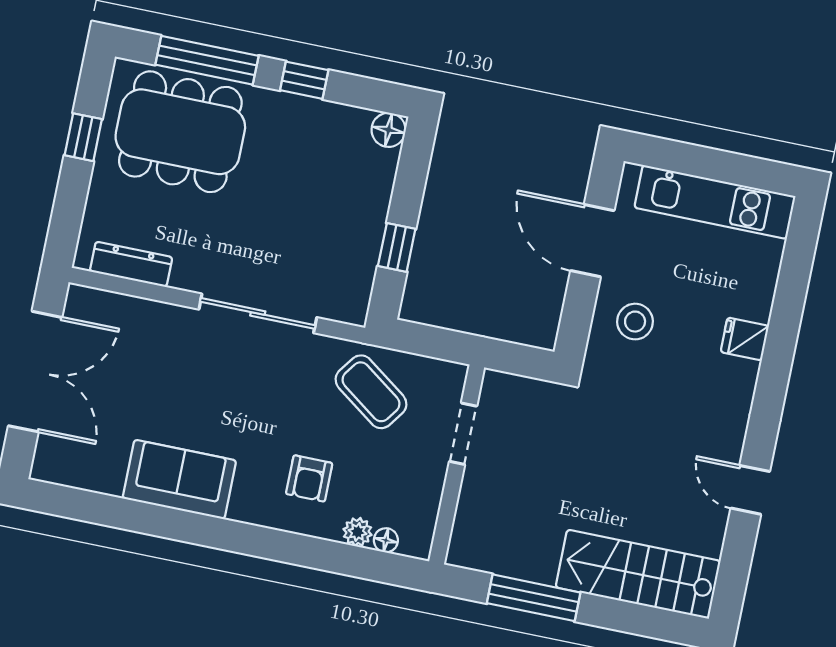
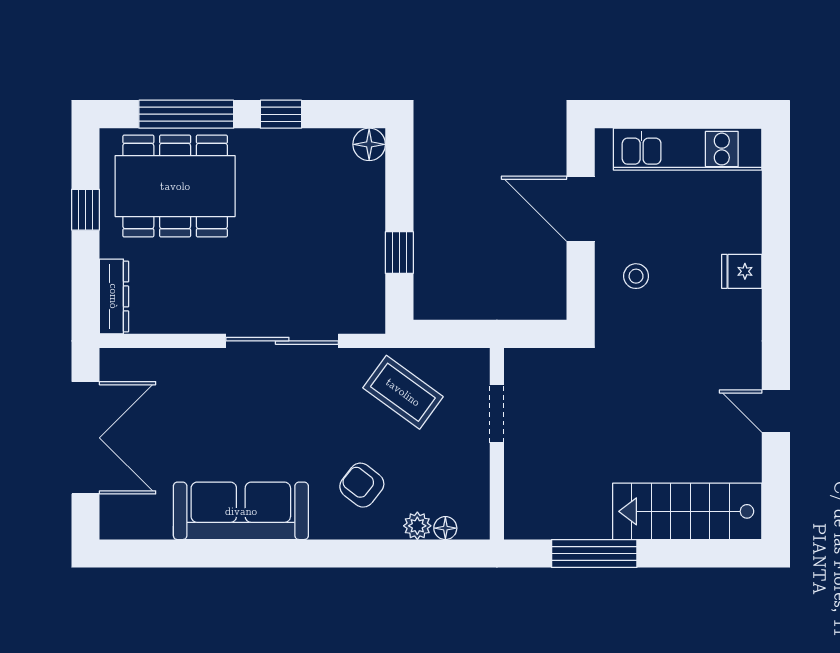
dresser: (131, 264) -> (114, 296), moved, turned 90
stool: (635, 322) -> (636, 276), width x0.73, depth x0.73
armchair: (309, 478) -> (362, 485), turned 128
sofa: (179, 479) -> (241, 511), width x1.36

